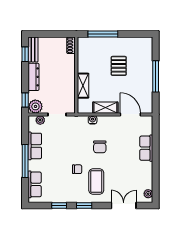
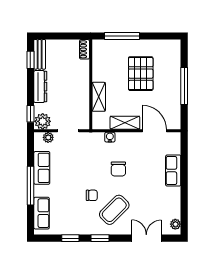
pallet: (119, 66) -> (141, 74), width x1.50, depth x1.42
coffee table: (96, 182) -> (114, 210), turned 45

